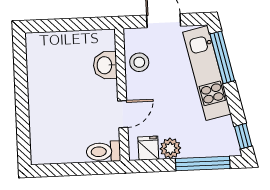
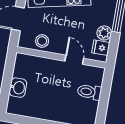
washbasin: (105, 65) -> (18, 88), moved, turned -90
toilet: (103, 152) -> (89, 92), moved, turned 90

